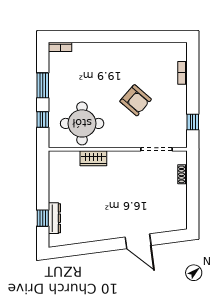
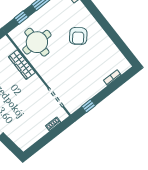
armchair: (136, 100) -> (78, 36), moved
wardrobe: (93, 158) -> (22, 65), width x1.50

